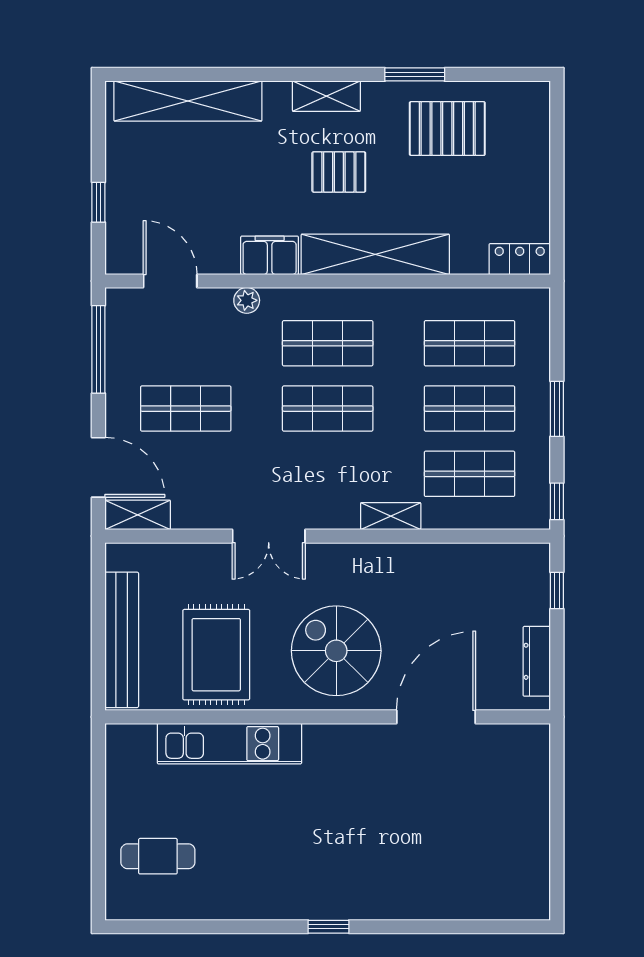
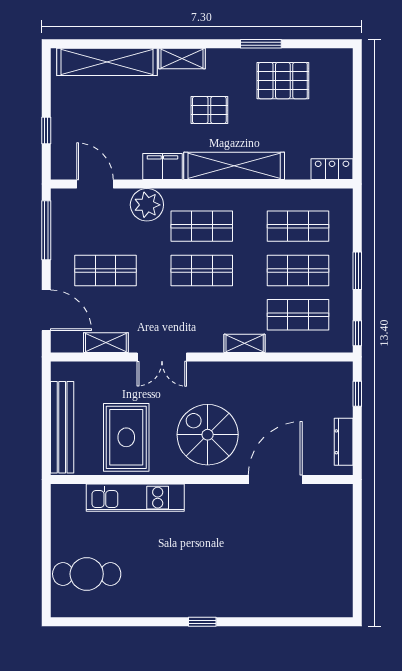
shelving: (326, 96) -> (182, 59), moved
plant: (247, 300) -> (147, 205), width x1.88, depth x1.88
shelving: (138, 515) -> (106, 343), moved
cafe table: (158, 856) -> (87, 574), width x1.37, depth x1.35

